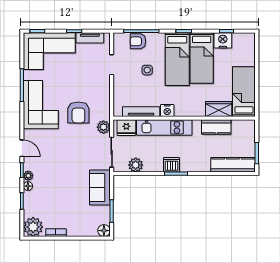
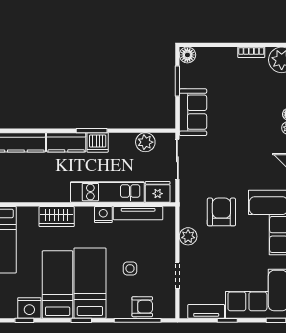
wardrobe: (219, 109) -> (57, 217), moved
plant: (103, 127) -> (188, 236), moved
kitchen counter: (216, 127) -> (66, 142), moved, turned 180

